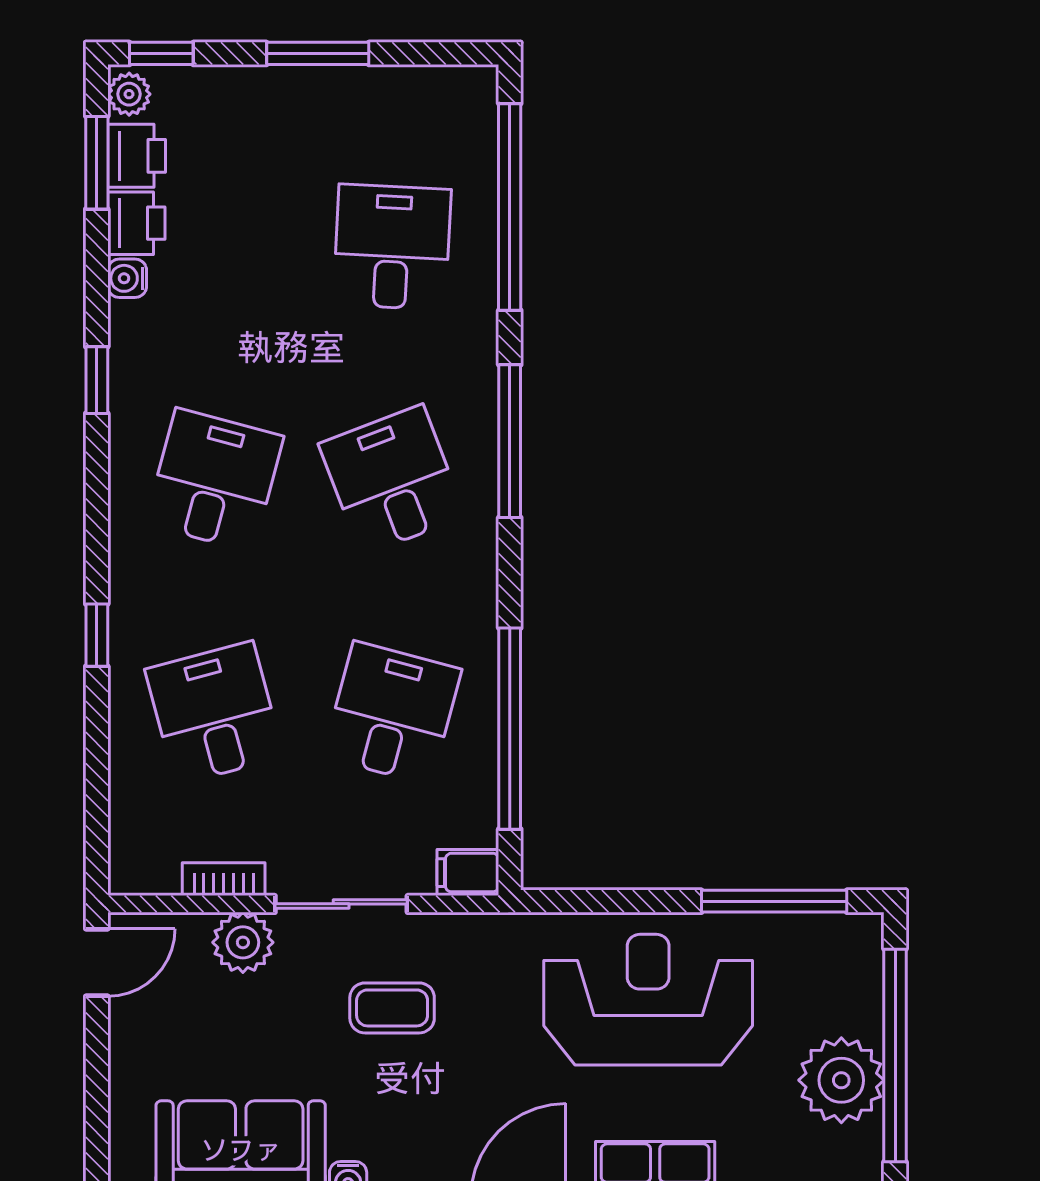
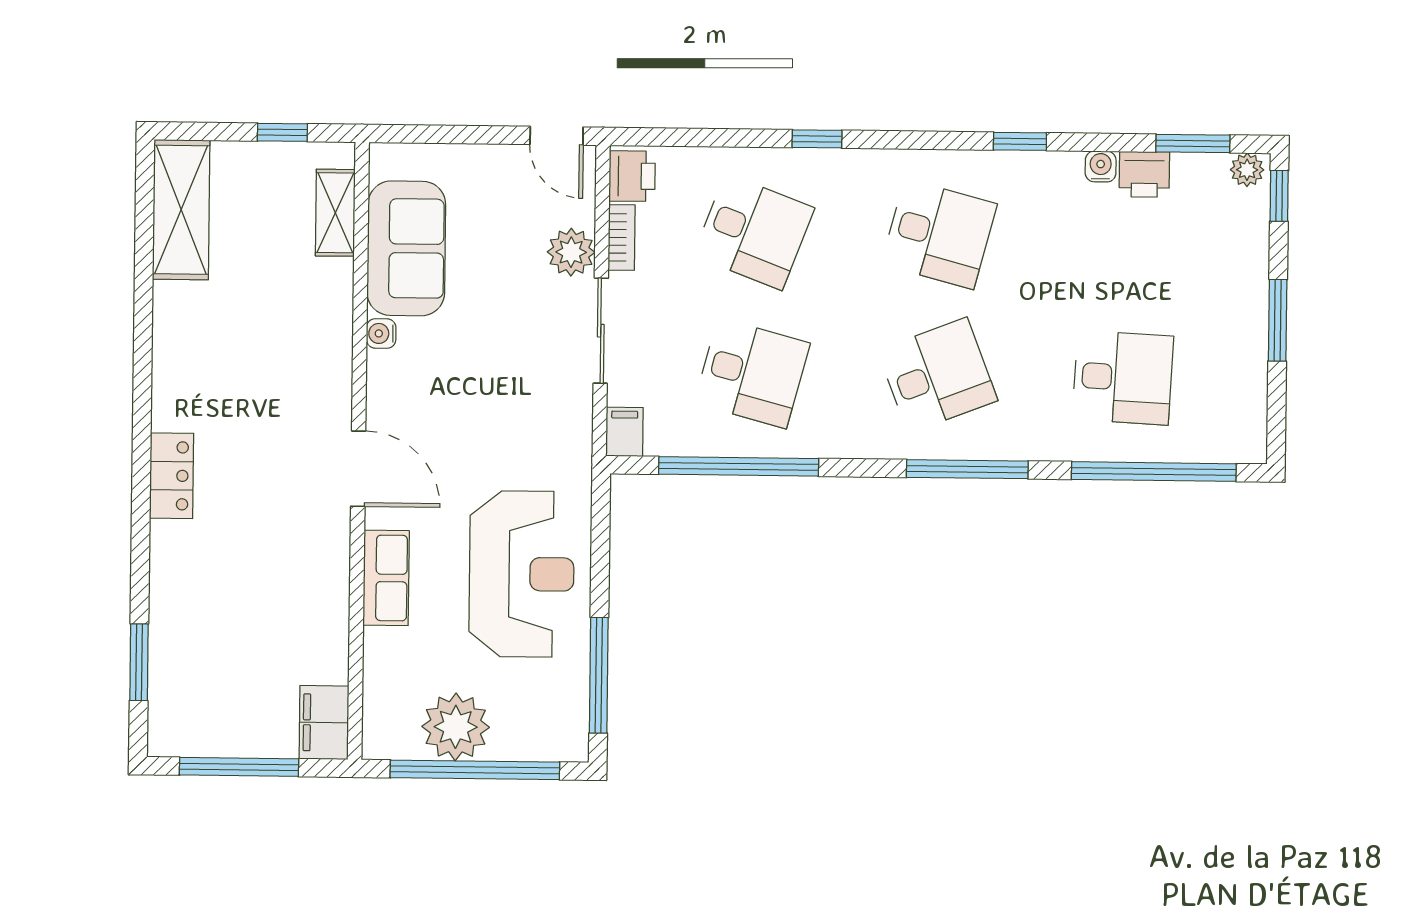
printer: (137, 156) -> (632, 176), moved, turned -90
desk: (214, 713) -> (754, 232), turned 36
coffee table: (392, 1008) -> (518, 370), removed

